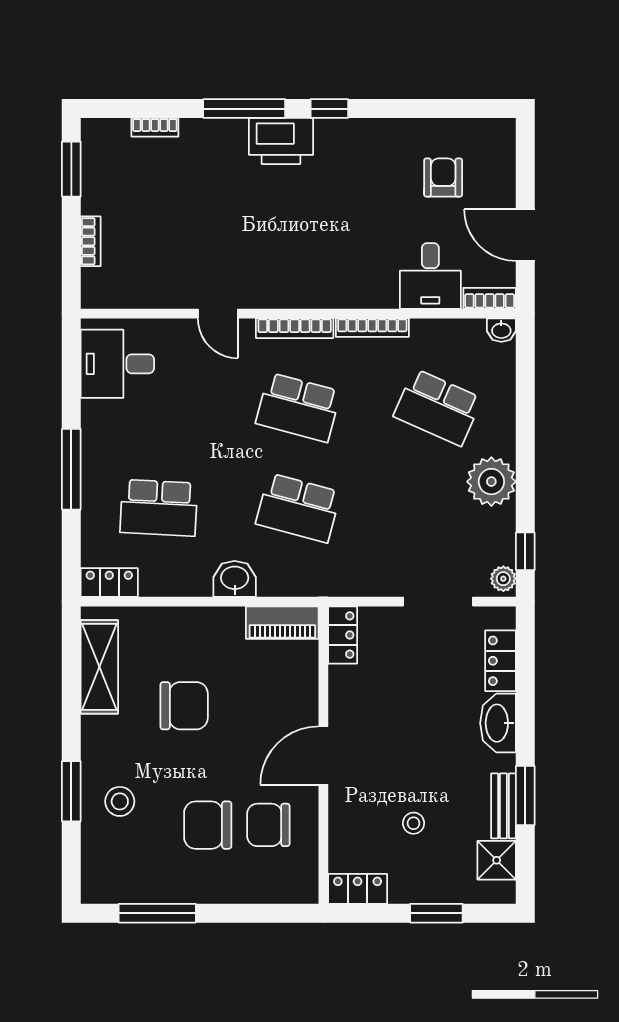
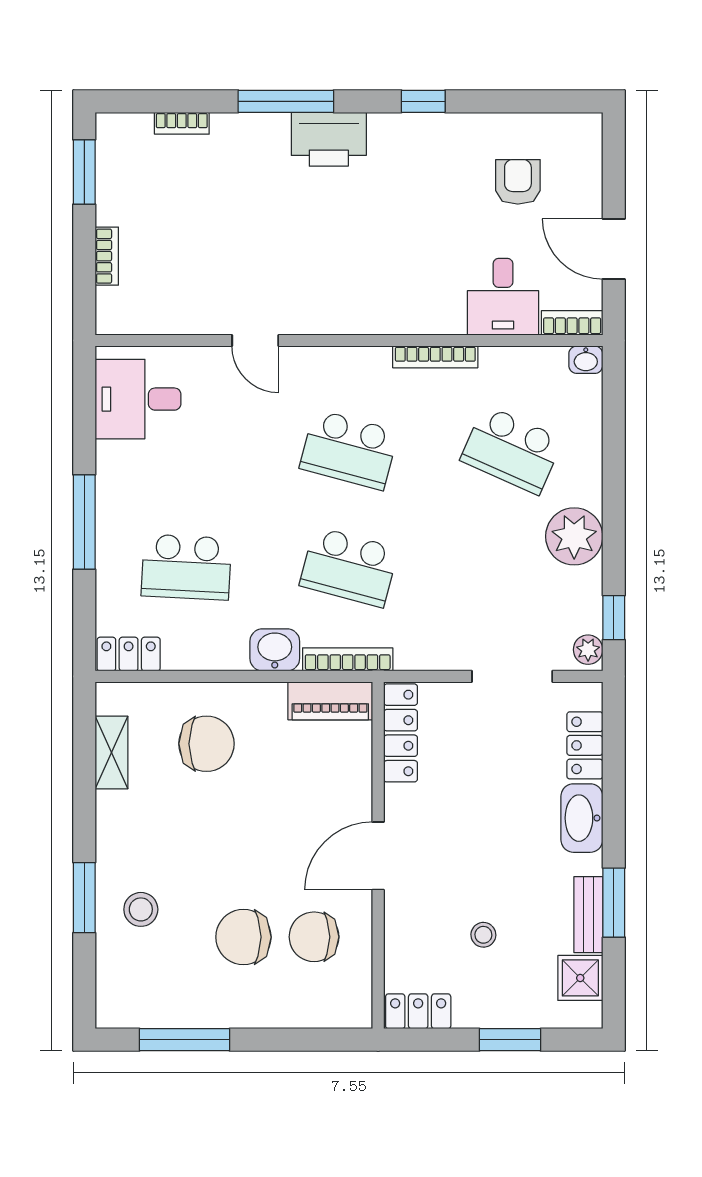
window: (329, 109) -> (423, 101), moved
bookcase: (295, 328) -> (348, 659), moved, turned 180
locker: (343, 635) -> (401, 733), width x1.53
shelving: (99, 667) -> (112, 752), width x0.67, depth x0.75
chair: (184, 706) -> (206, 744), moved

